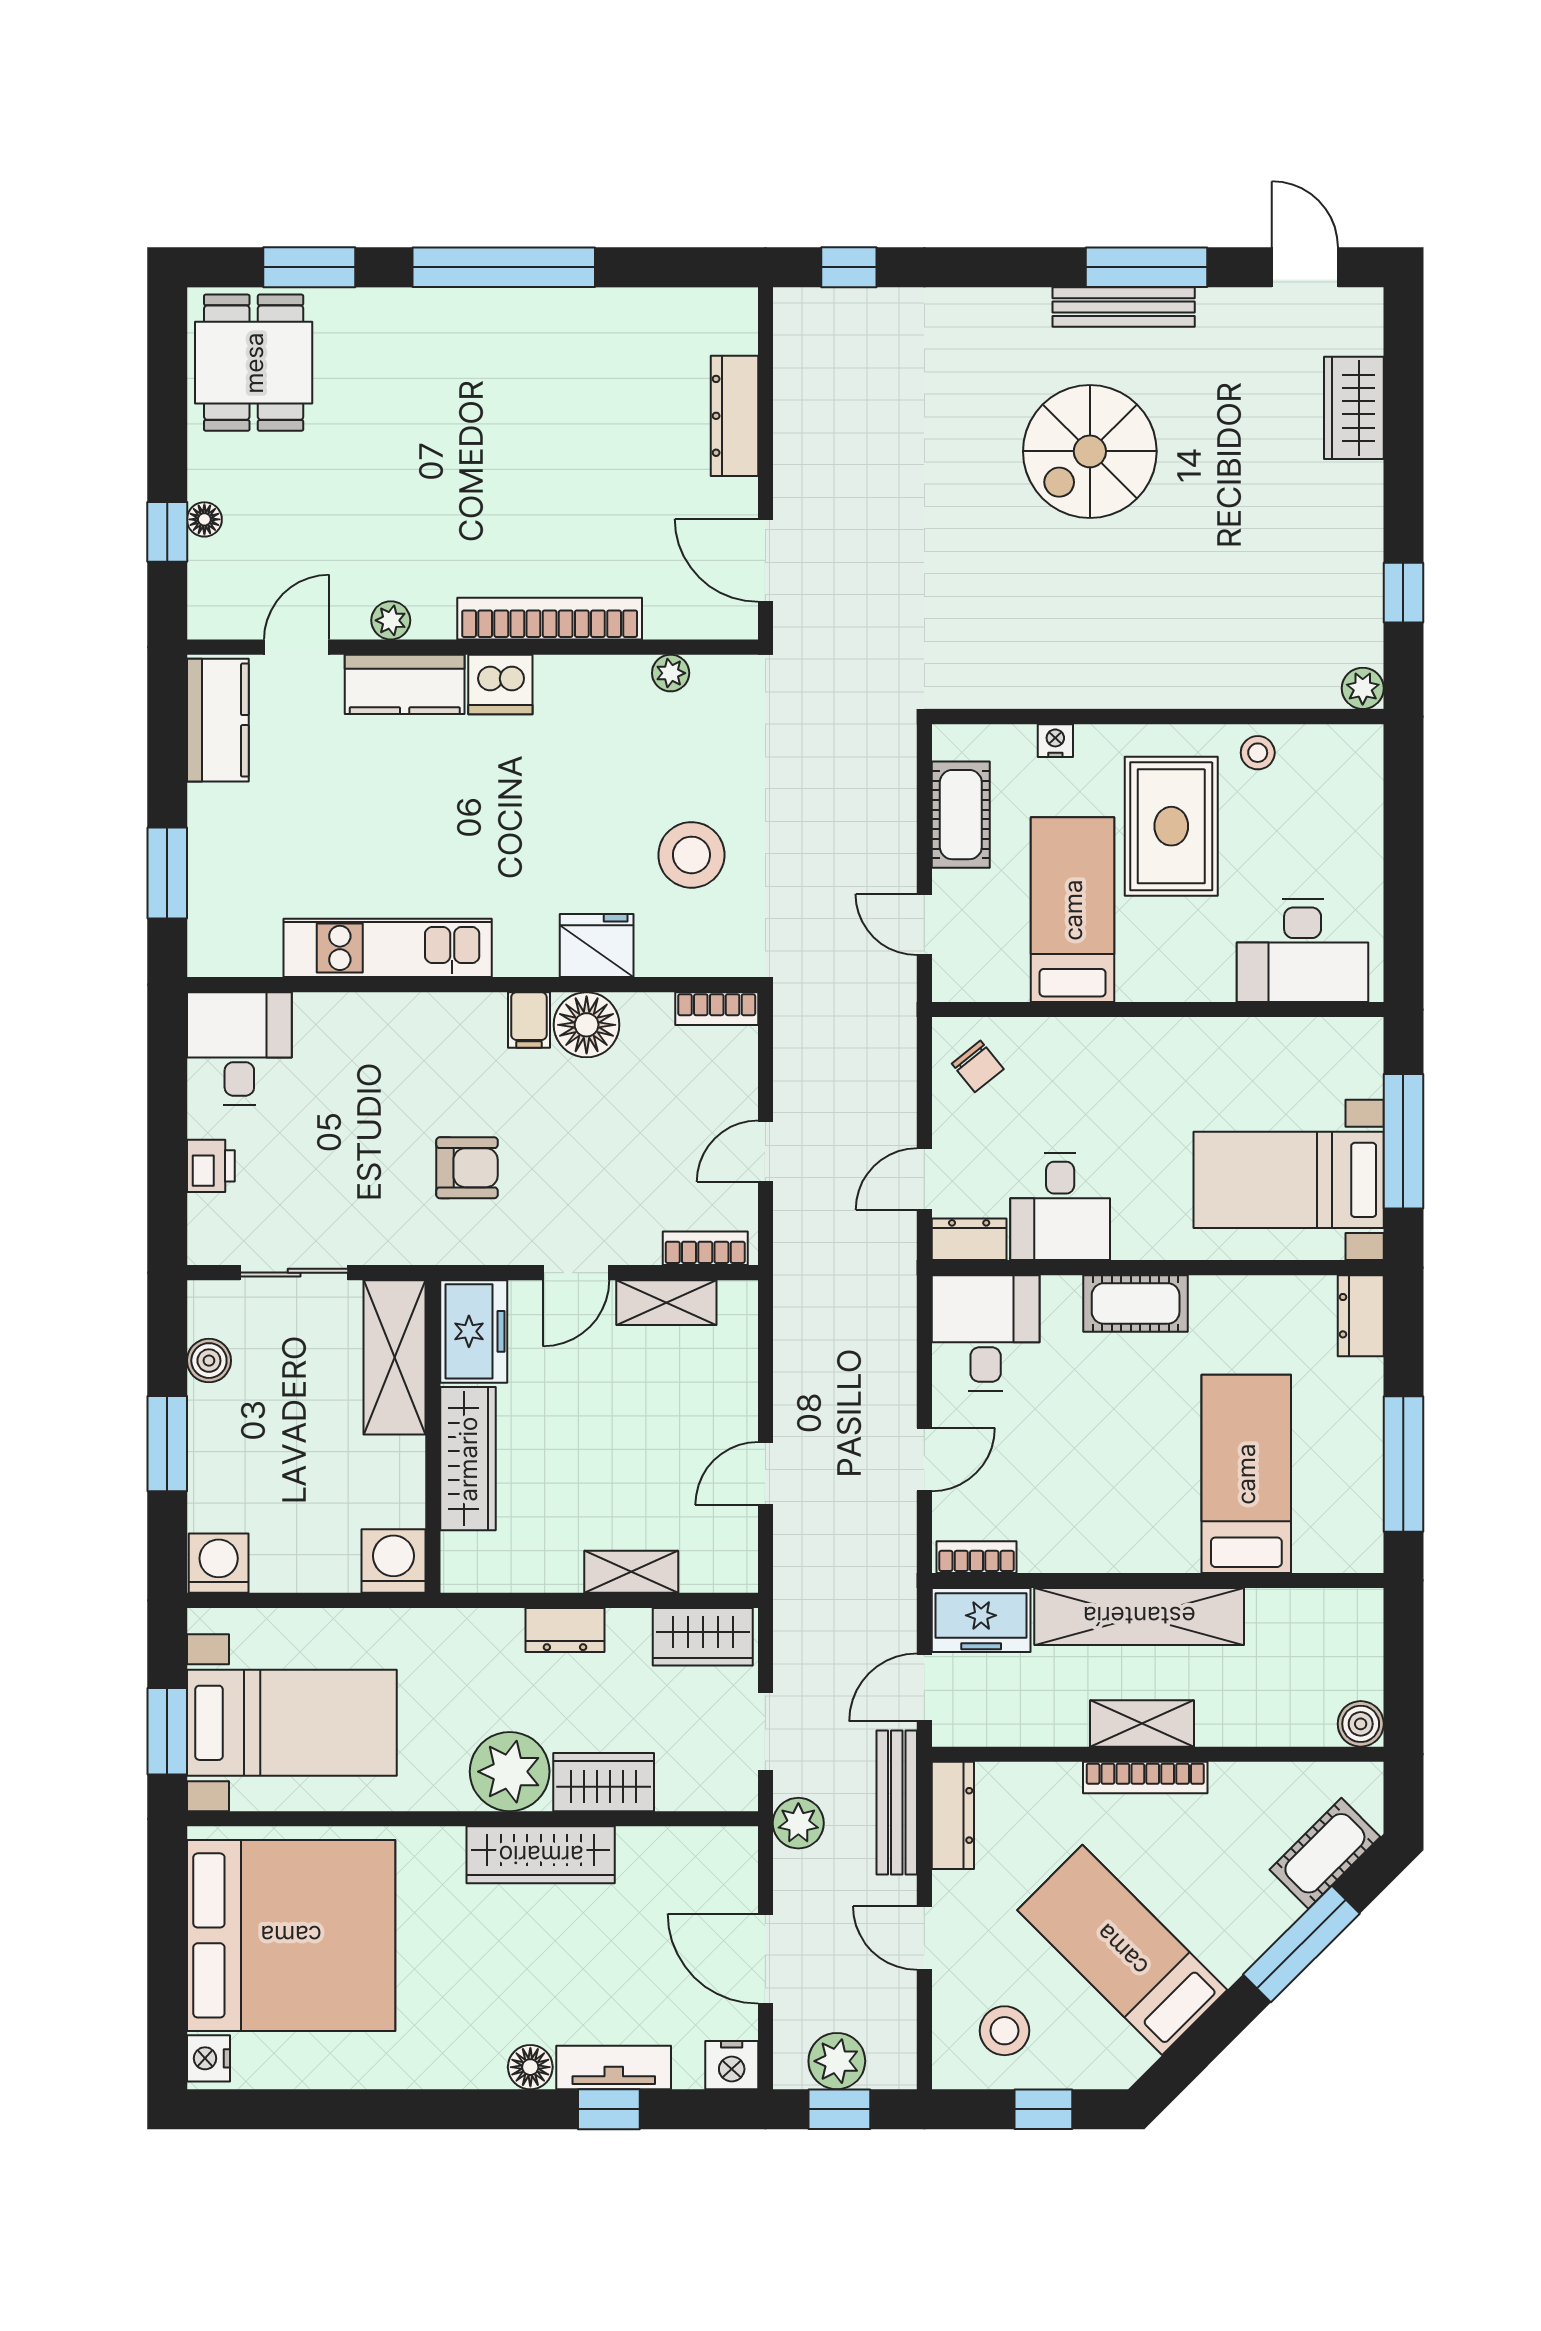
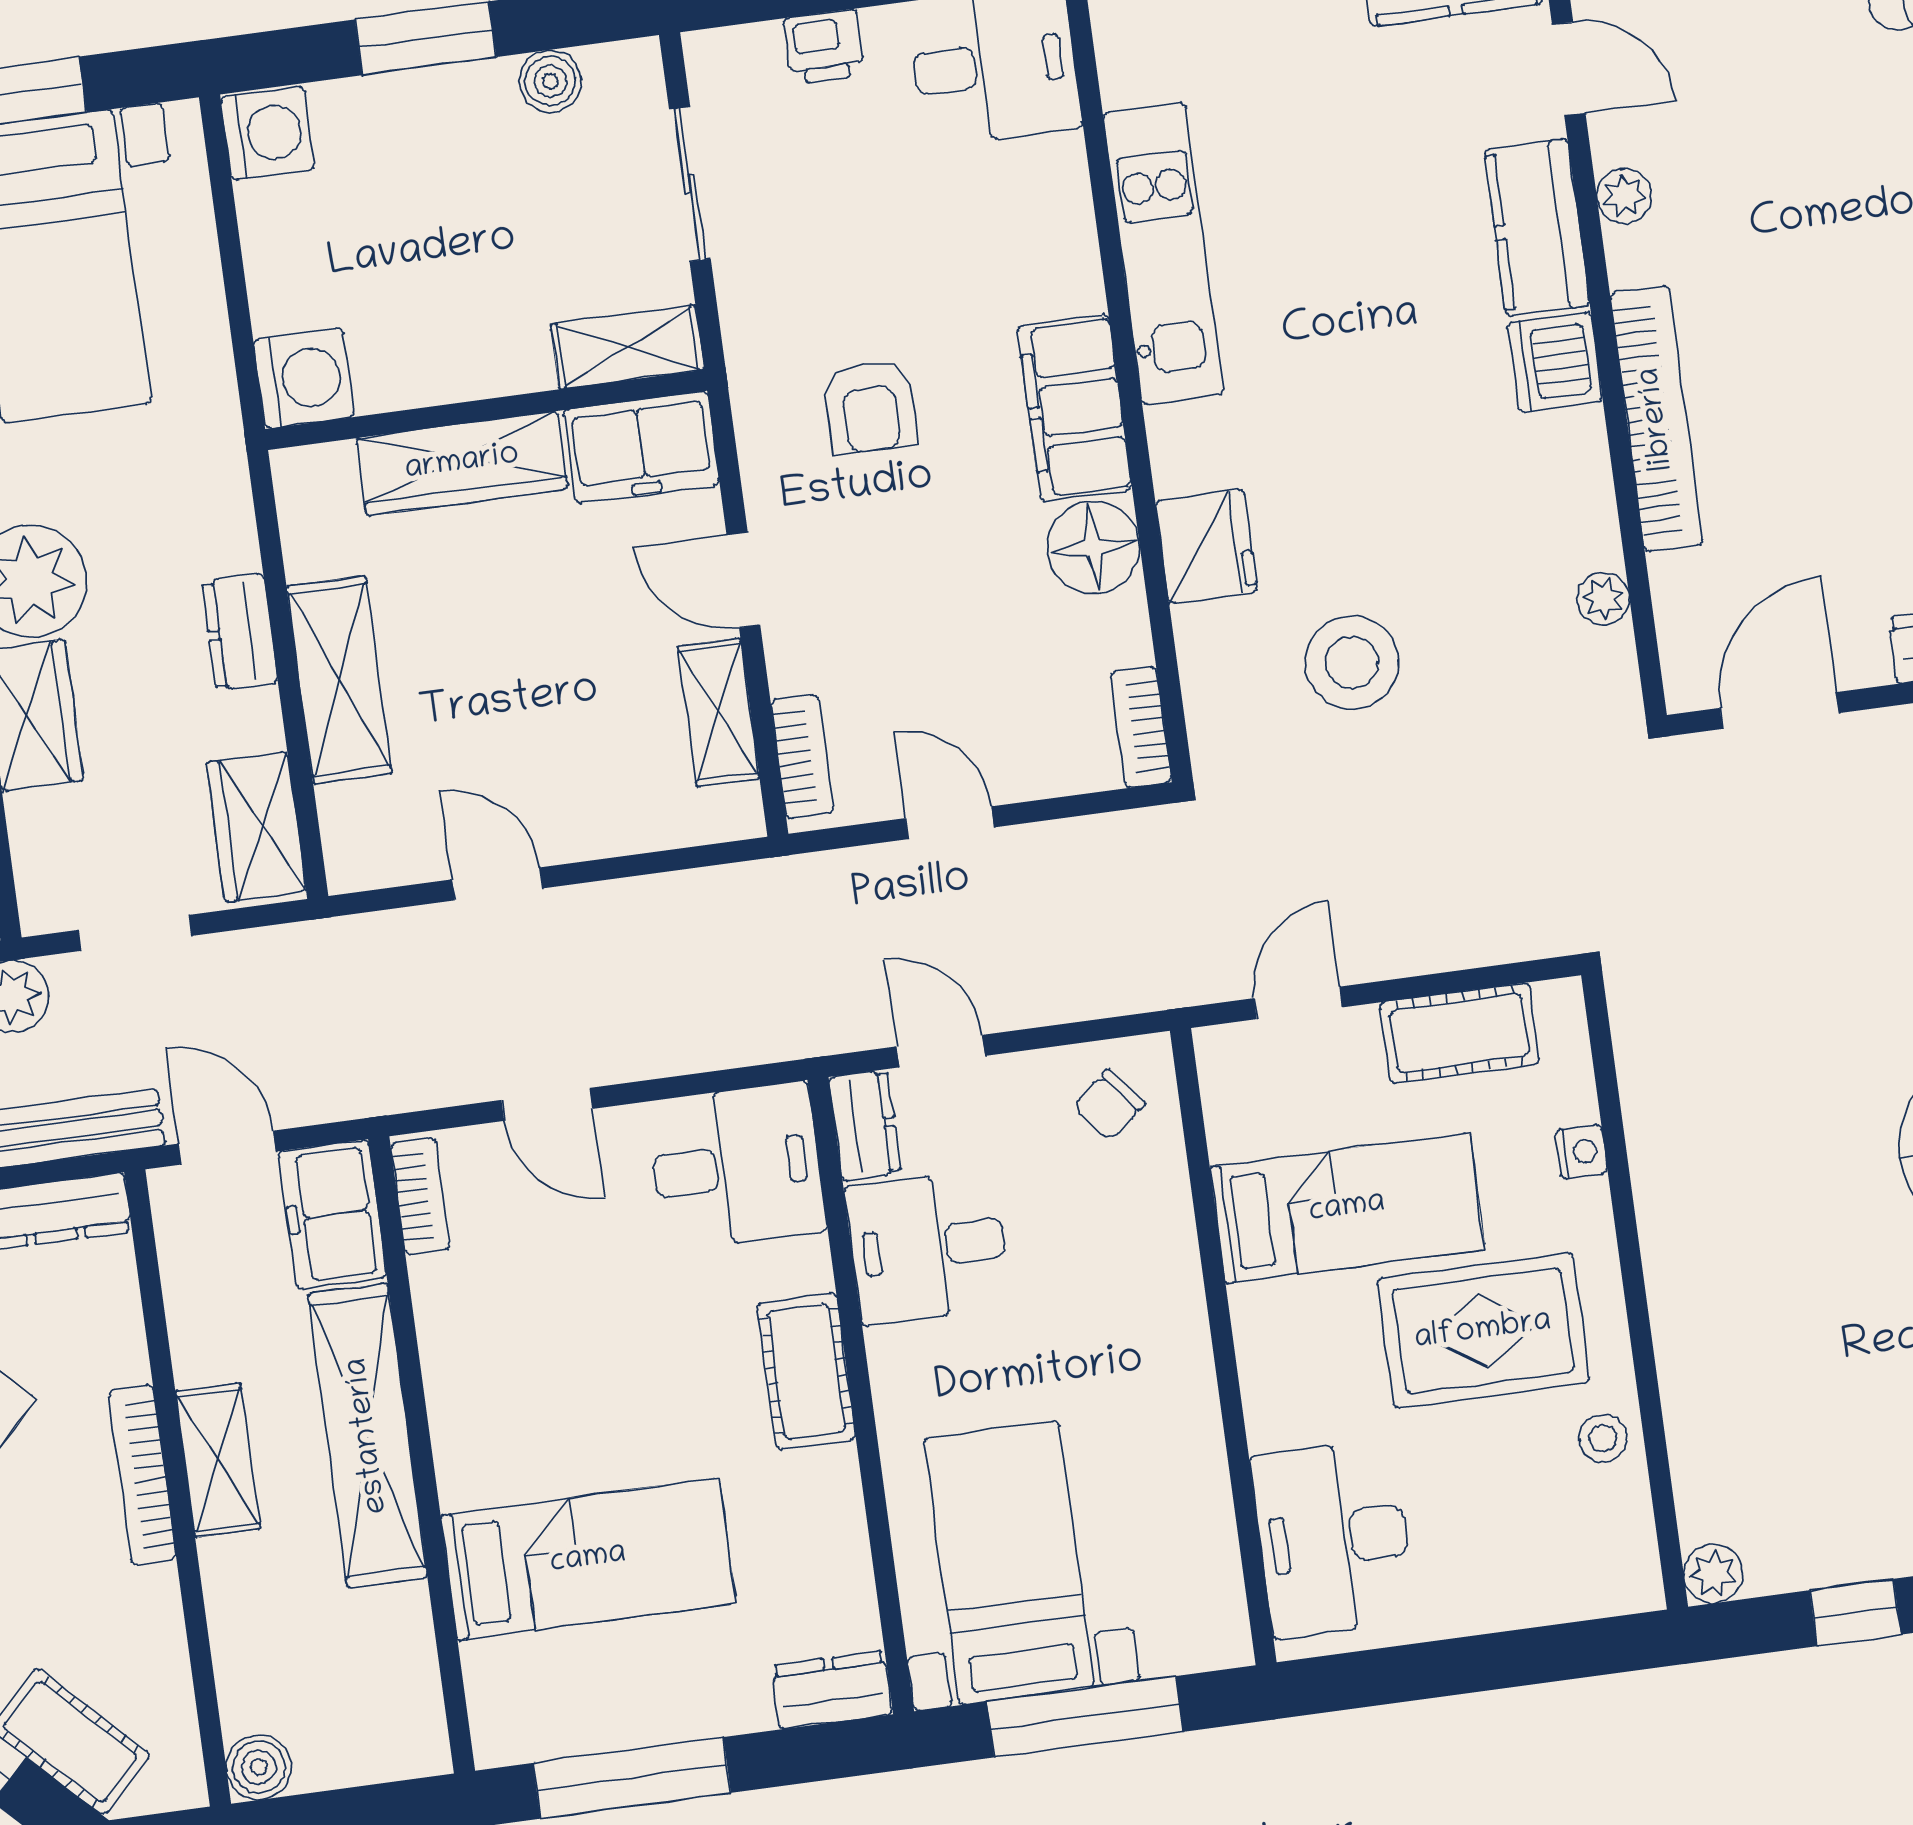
filing cabinet: (529, 1020) -> (1075, 408), width x3.00, depth x1.17
shelving: (394, 1357) -> (628, 347), width x0.67, depth x0.75
shelving: (631, 1572) -> (339, 680), width x1.50, depth x1.33

